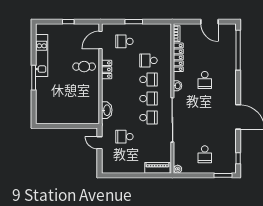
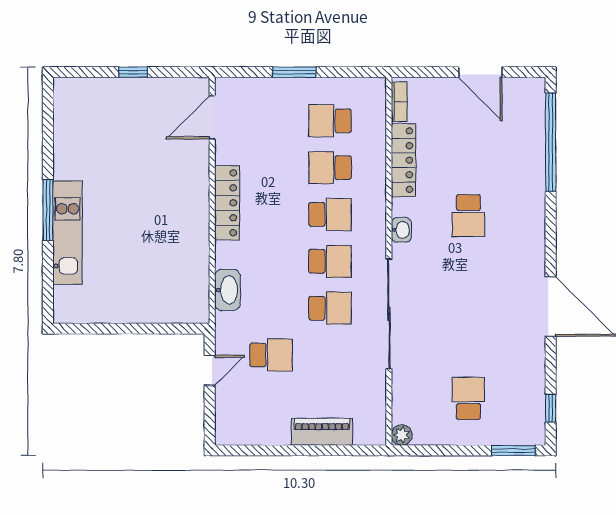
school desk: (124, 41) -> (330, 121), moved
kitchen unit: (42, 56) -> (68, 233), moved
cafe table: (84, 67) -> (172, 183), removed
locker: (107, 69) -> (227, 203), width x1.53
school desk: (124, 137) -> (271, 355), turned 180
door: (99, 143) -> (210, 370), swing flipped
school desk: (205, 154) -> (468, 398), turned 180
piano: (157, 168) -> (322, 432), moved

